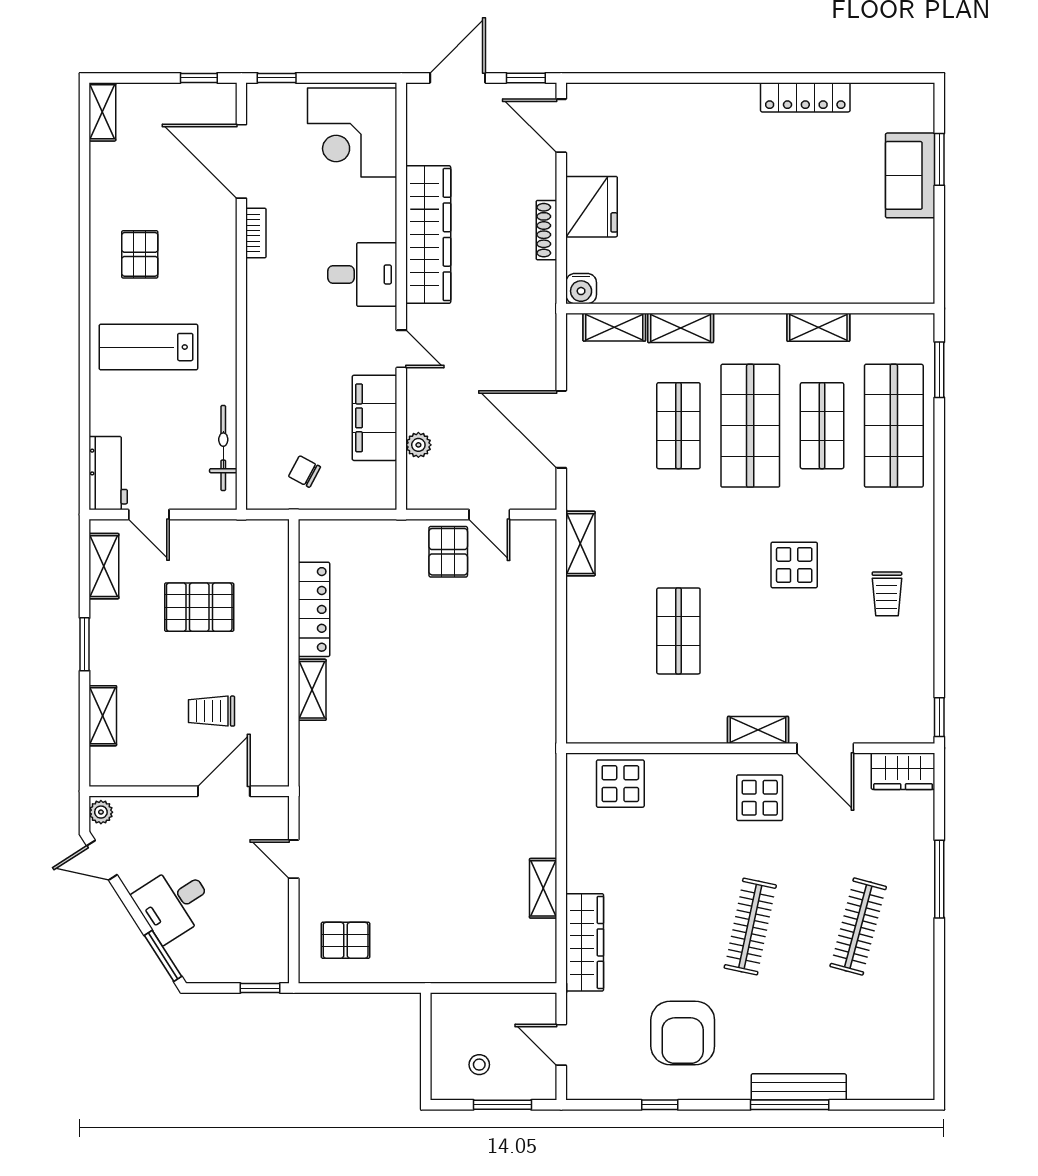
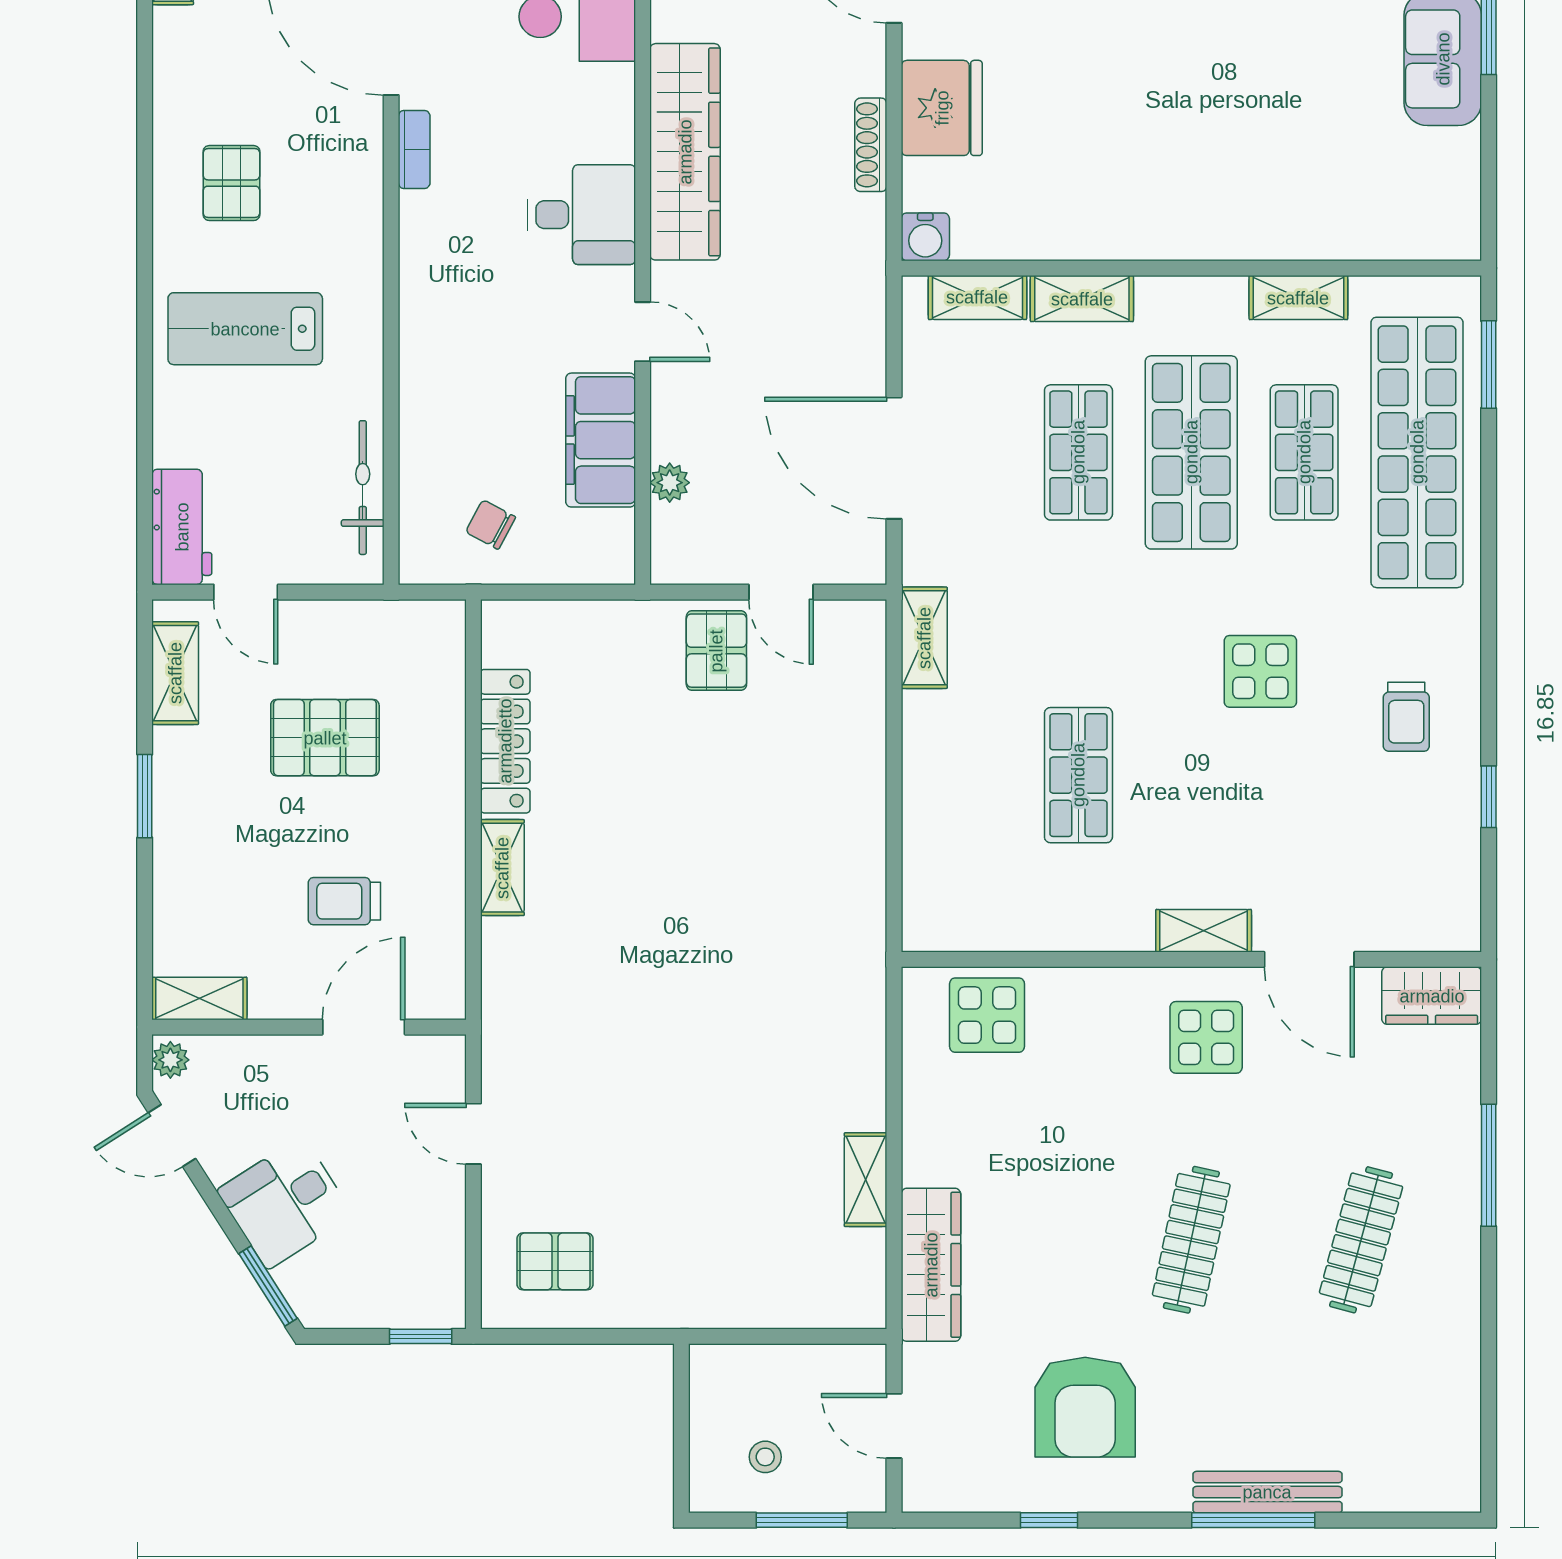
shop shelf: (894, 426) -> (1417, 452), width x1.40
shelving: (103, 716) -> (199, 998), moved, turned 90
window: (939, 717) -> (1489, 797), moved

